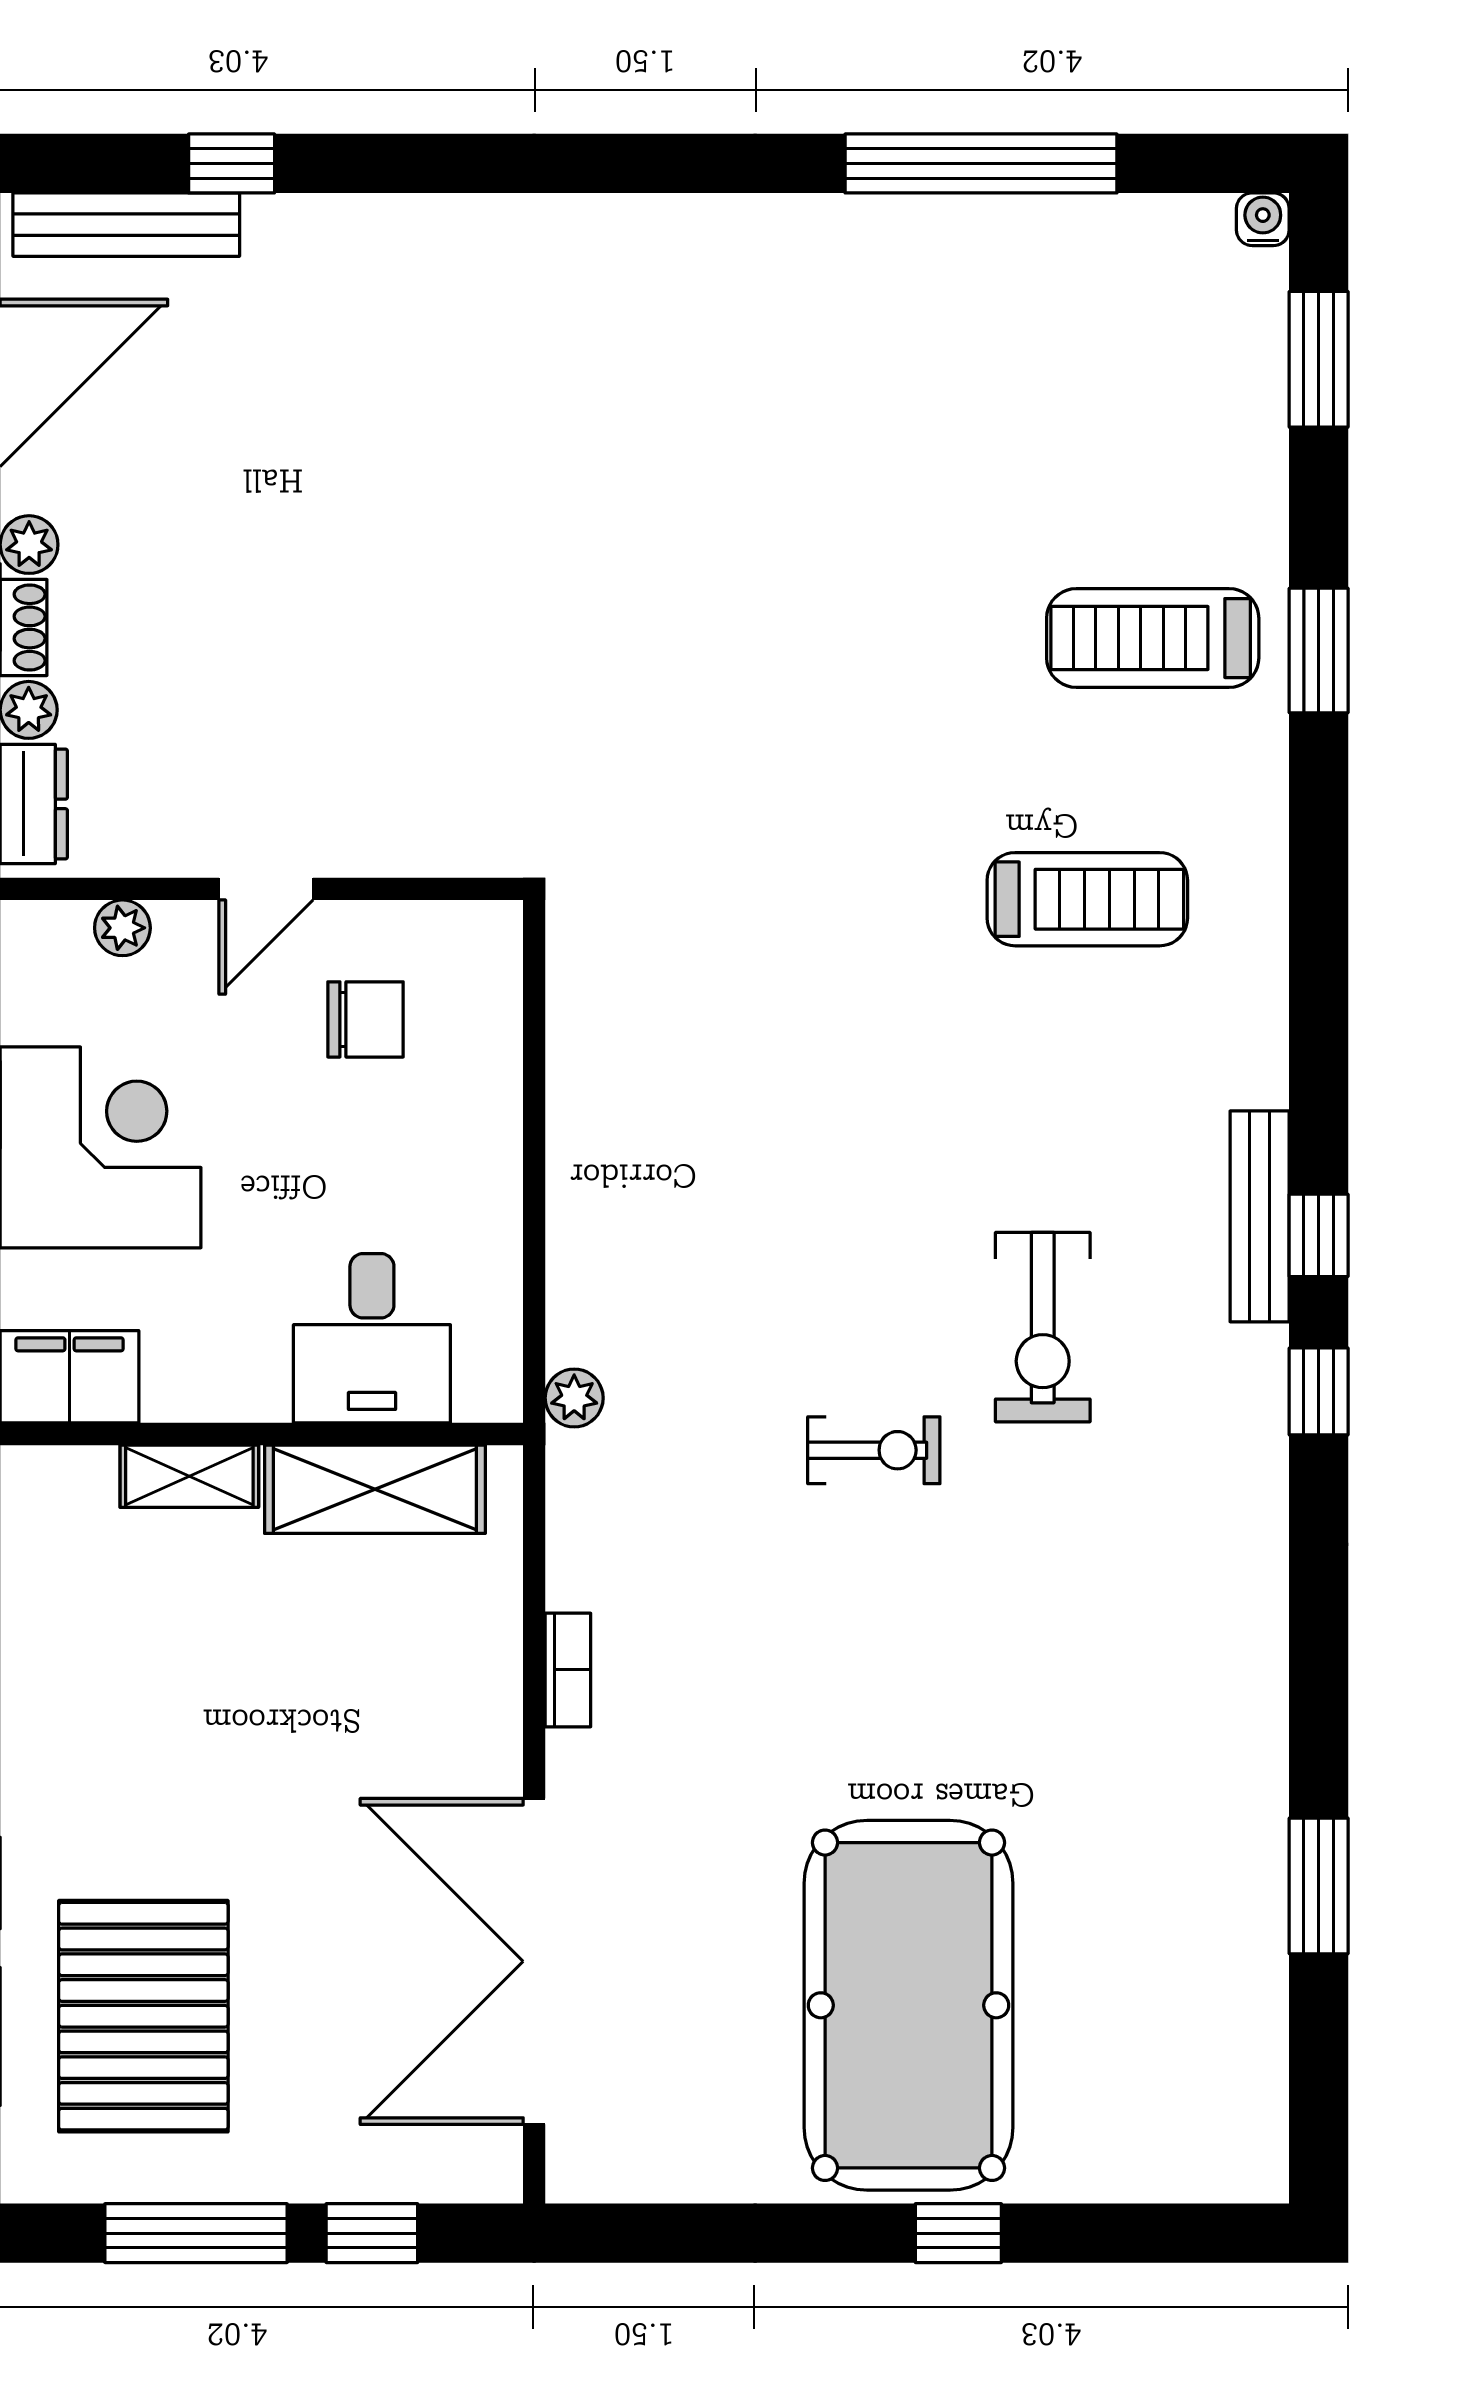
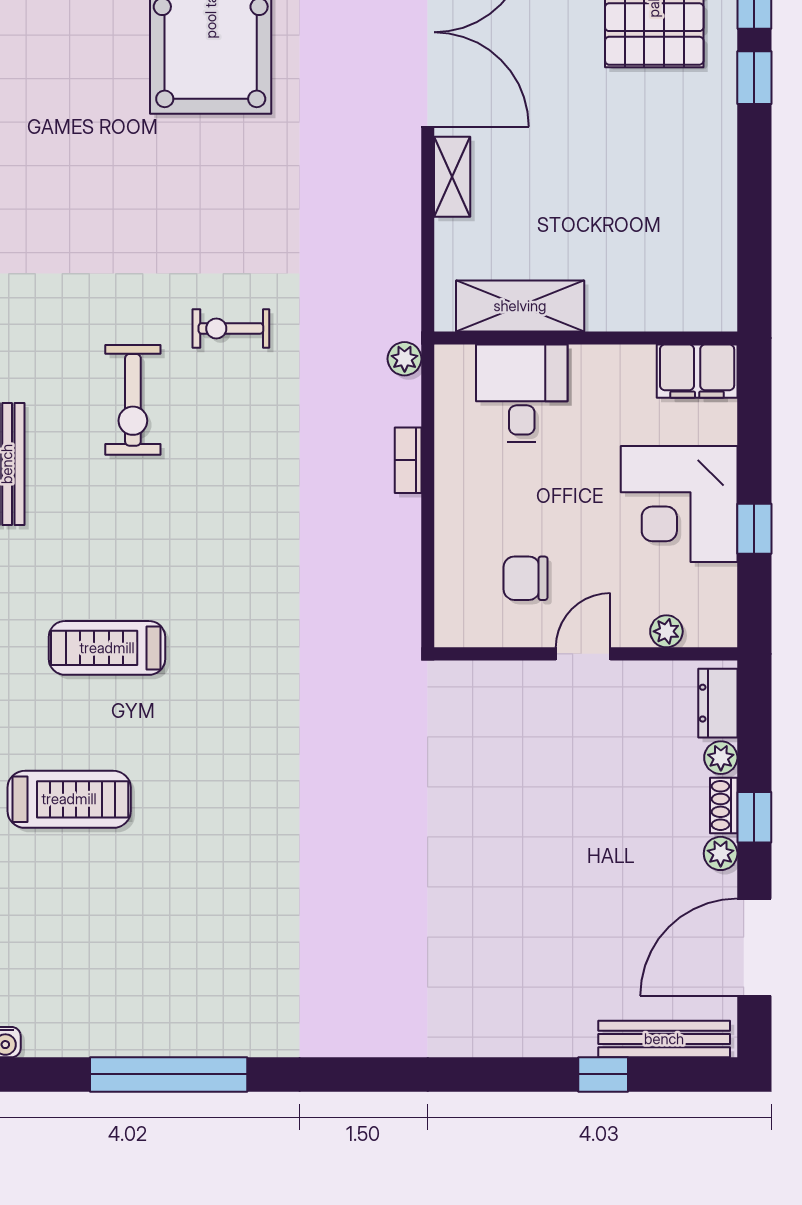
exercise bike: (1043, 1327) -> (133, 400), turned 180
shelving: (189, 1476) -> (452, 177), moved, turned 90
bookcase: (568, 1670) -> (408, 460), moved

